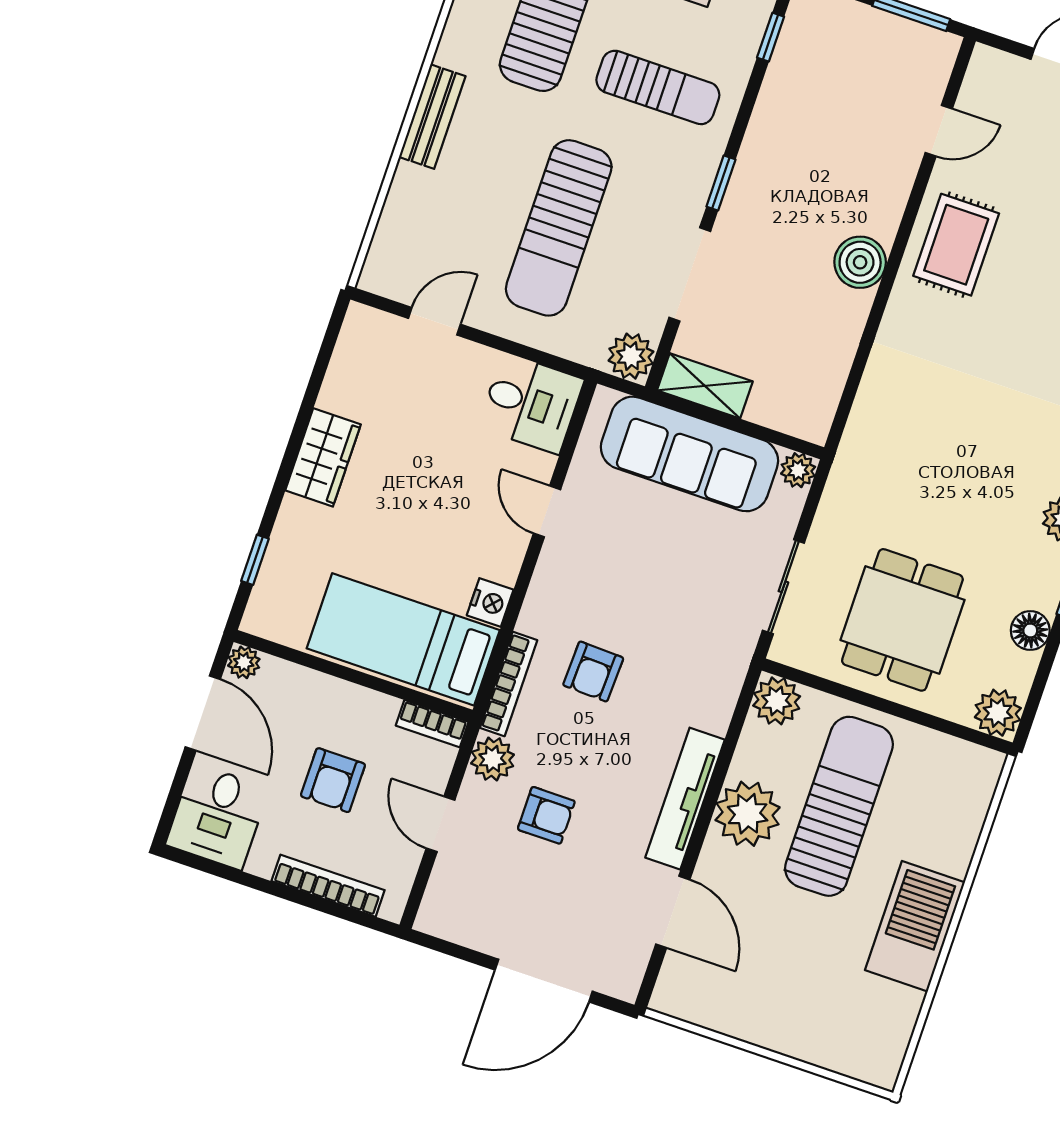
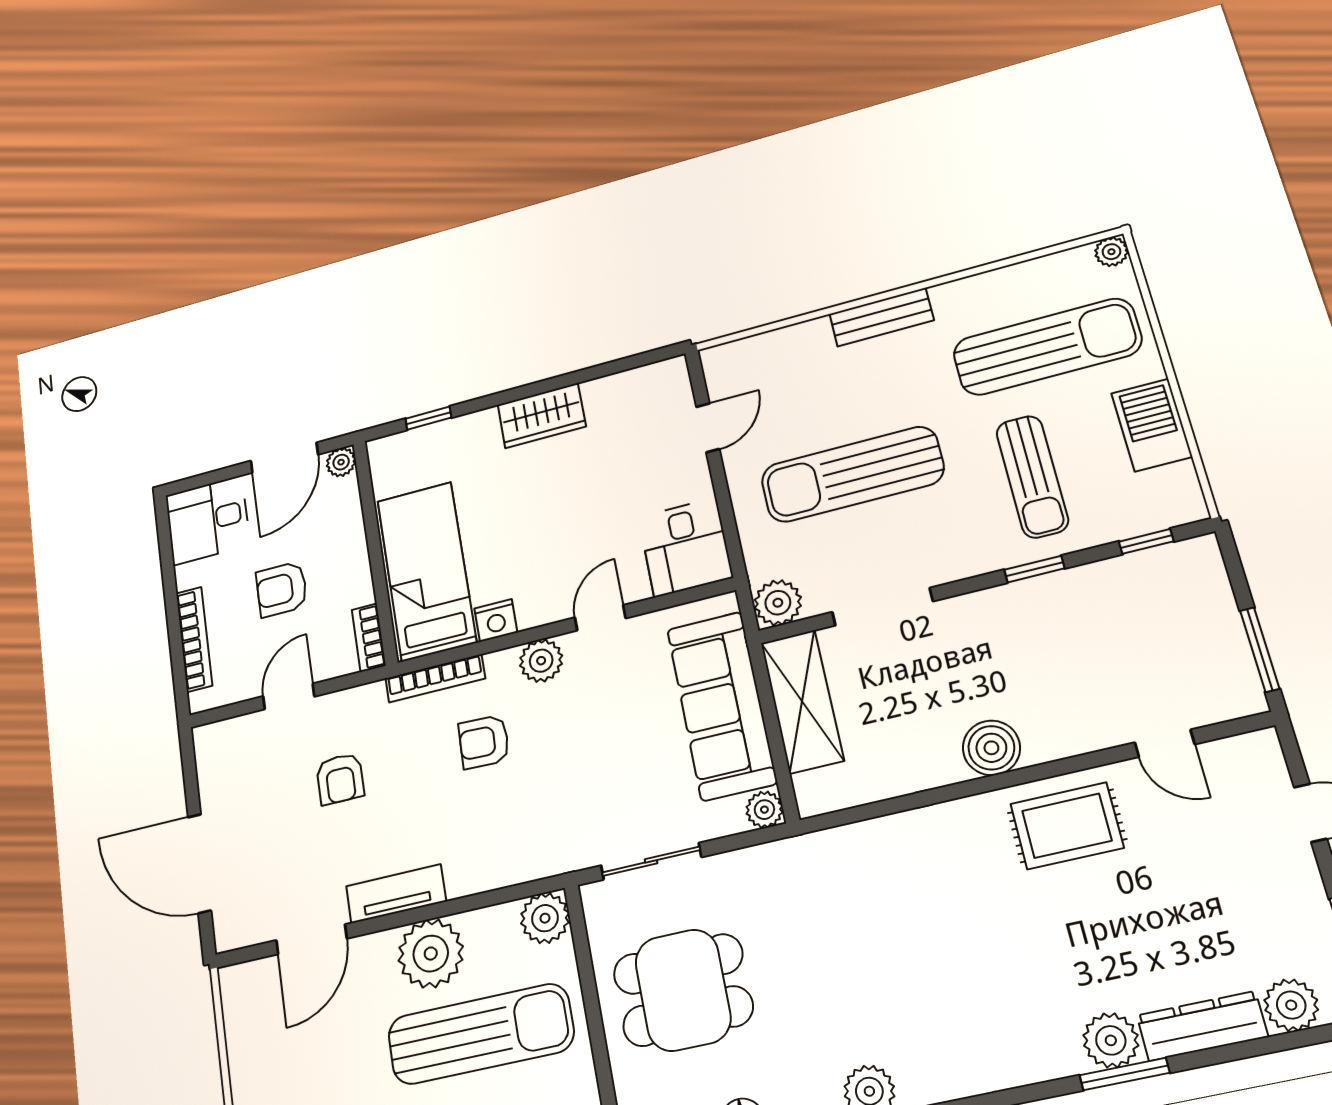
window: (721, 183) -> (1034, 569), moved
door: (434, 321) -> (708, 428), hinge flipped
shelving: (705, 386) -> (802, 701), width x1.50, depth x1.33
plant: (493, 759) -> (541, 661), moved
tv unit: (685, 799) -> (396, 894), width x0.71

